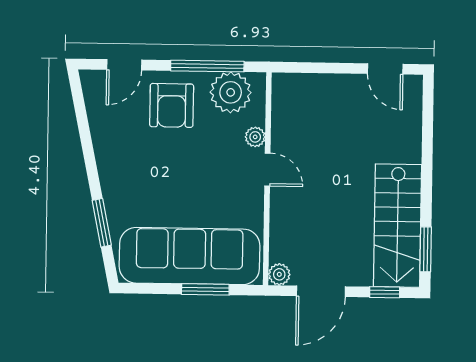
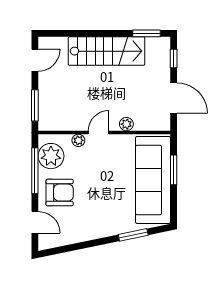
window: (313, 68) -> (35, 105), added
stairs: (398, 226) -> (107, 51), moved
plant: (279, 274) -> (126, 124), moved

